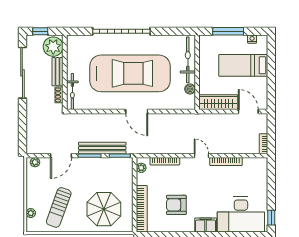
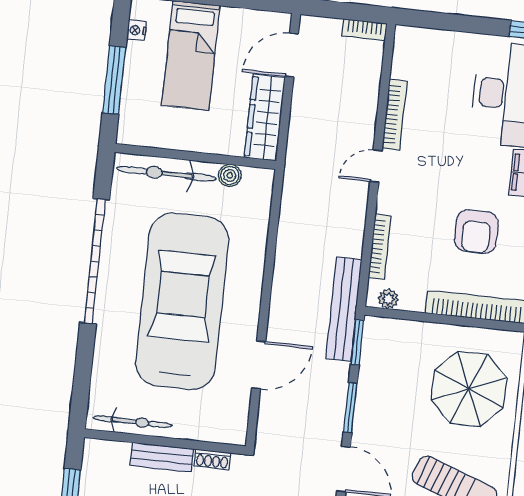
garage door: (121, 31) -> (95, 261), moved
plant: (53, 47) -> (107, 461), removed
bicycle: (72, 92) -> (133, 422), moved
door: (137, 112) -> (259, 365), moved
bench: (102, 148) -> (344, 309), moved

